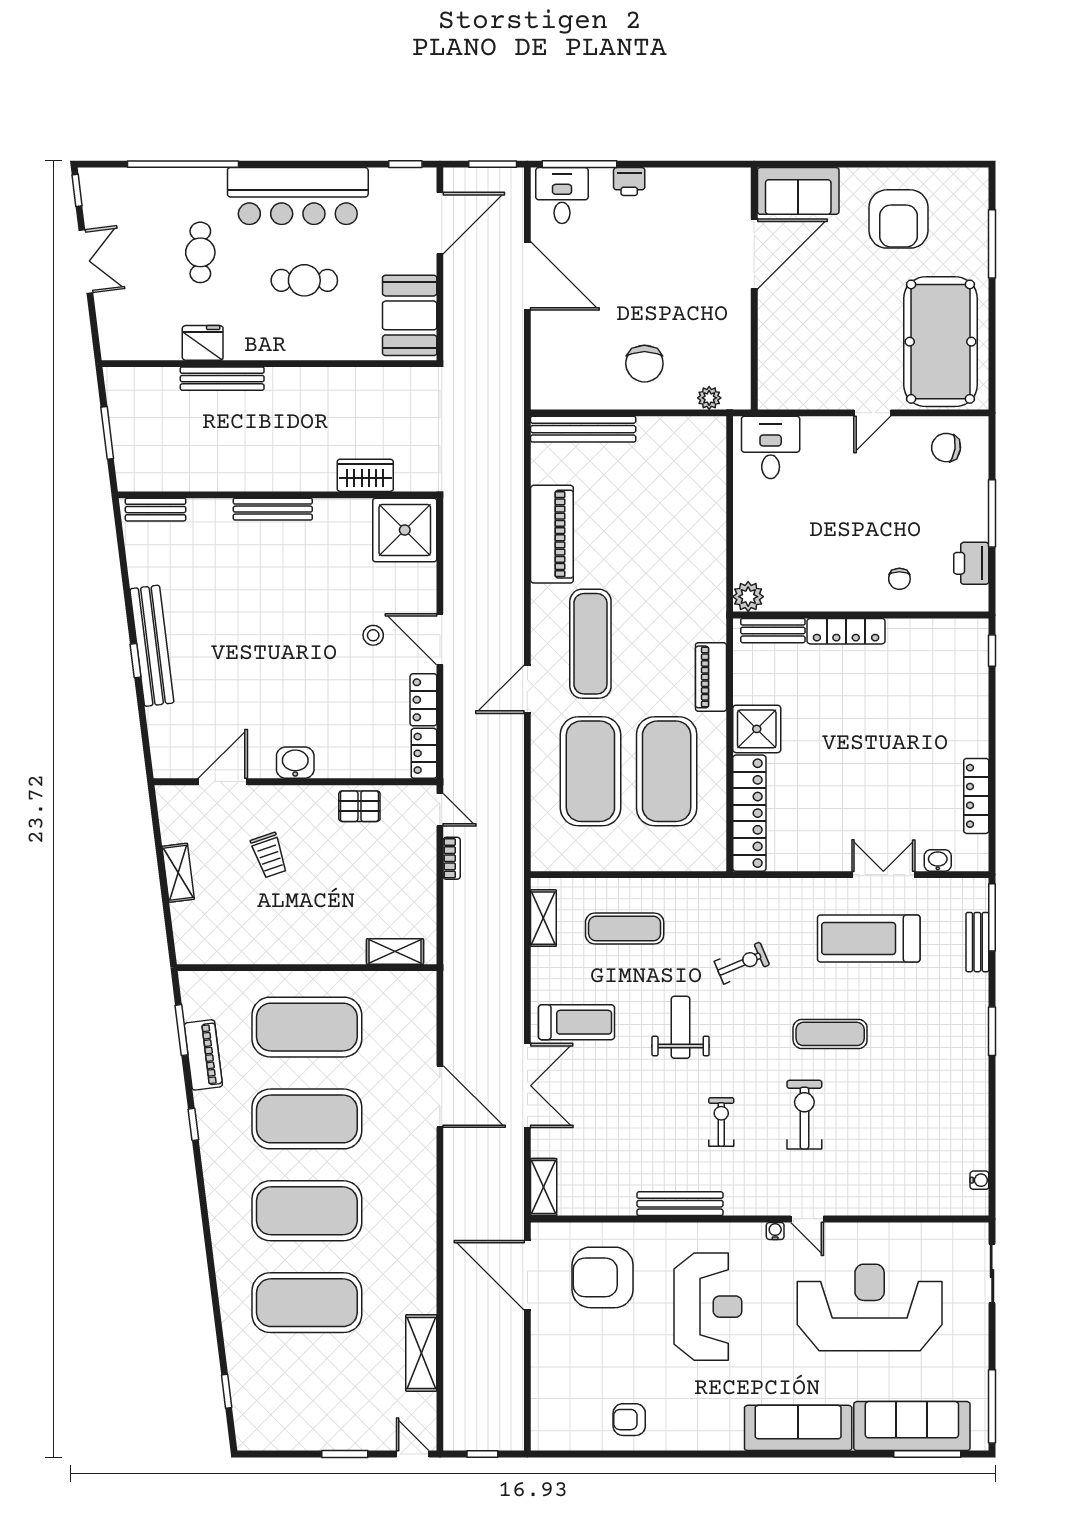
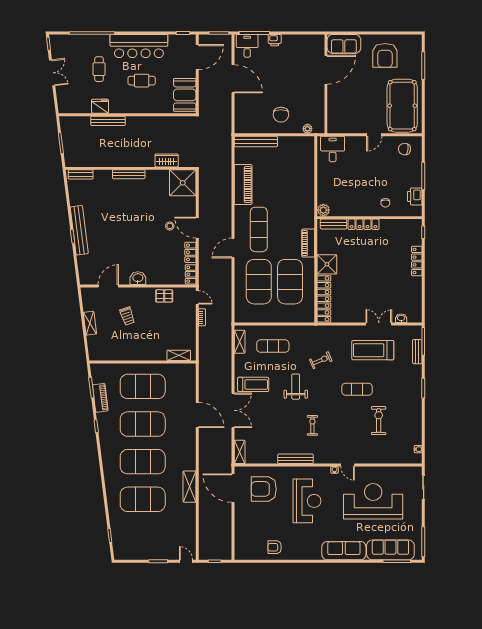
locker: (976, 796) -> (417, 261), moved
exercise bike: (804, 1115) -> (379, 421), moved
shelving: (421, 1353) -> (190, 487), moved

